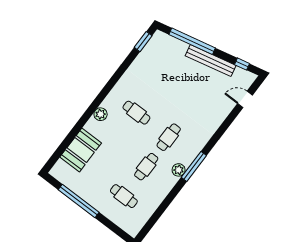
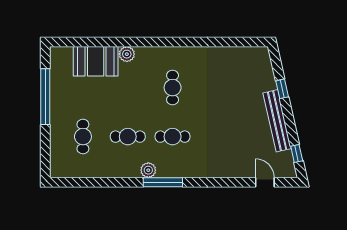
window: (192, 41) -> (282, 89), width x0.32
window: (143, 42) -> (246, 42), removed
plant: (101, 114) -> (127, 54), moved

